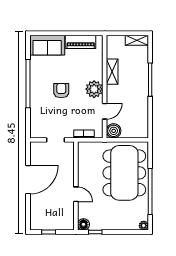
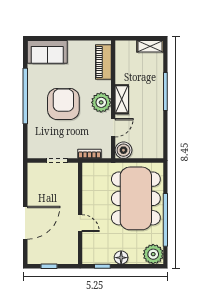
piano: (81, 42) -> (103, 62), moved, turned 90
shelving: (112, 72) -> (122, 99), moved
armchair: (61, 91) -> (63, 104), width x1.88, depth x1.88
door: (28, 180) -> (25, 223), moved
floor lamp: (83, 224) -> (121, 258), moved
plant: (144, 226) -> (153, 254), width x1.88, depth x1.88

